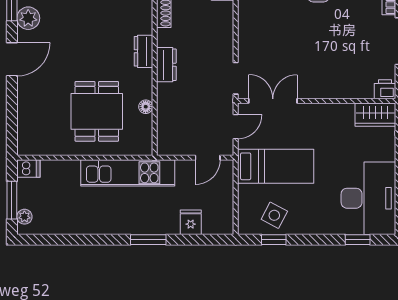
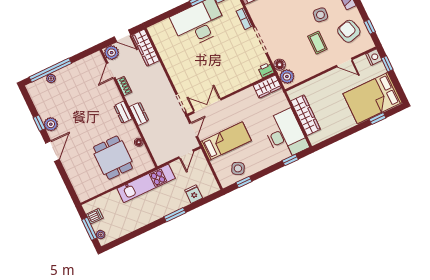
dishwasher: (28, 169) -> (95, 216), moved

